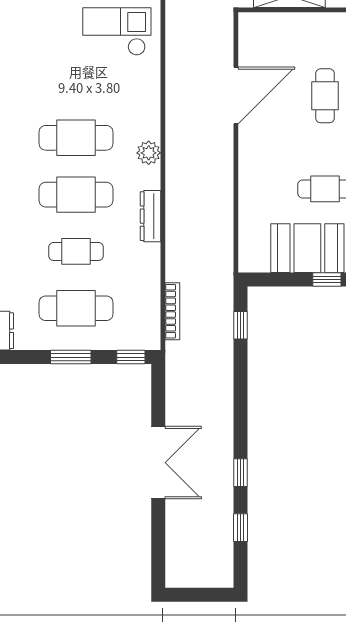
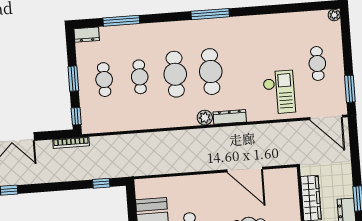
dresser: (150, 216) -> (230, 117), moved
cafe table: (76, 308) -> (104, 80), width x0.73, depth x0.74
bookcase: (172, 311) -> (71, 143), moved

